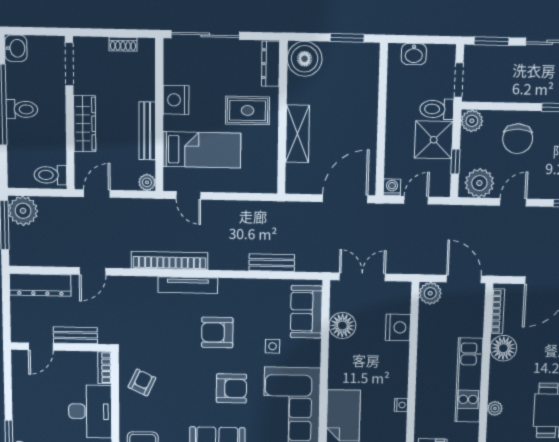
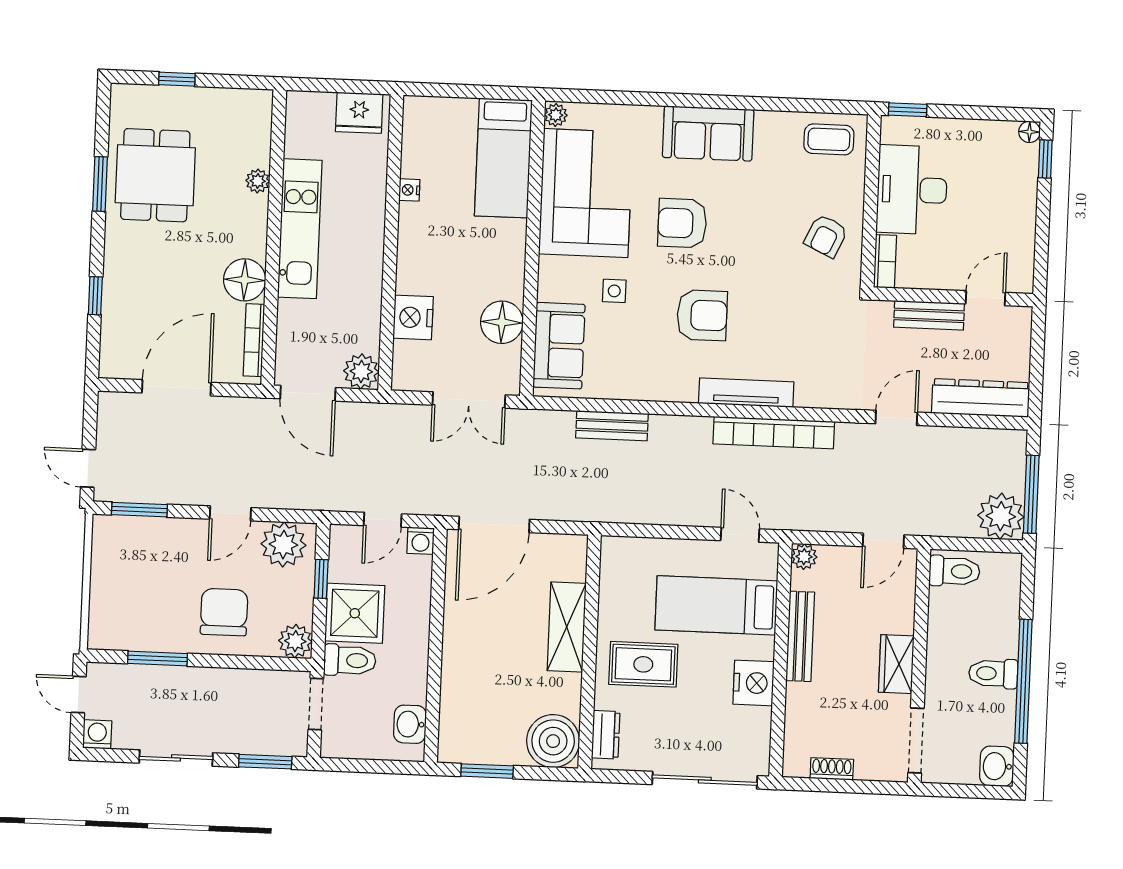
washbasin: (414, 54) -> (410, 724), moved, turned -90
dresser: (271, 64) -> (606, 735), width x0.70
wardrobe: (85, 124) -> (896, 664), width x0.67

